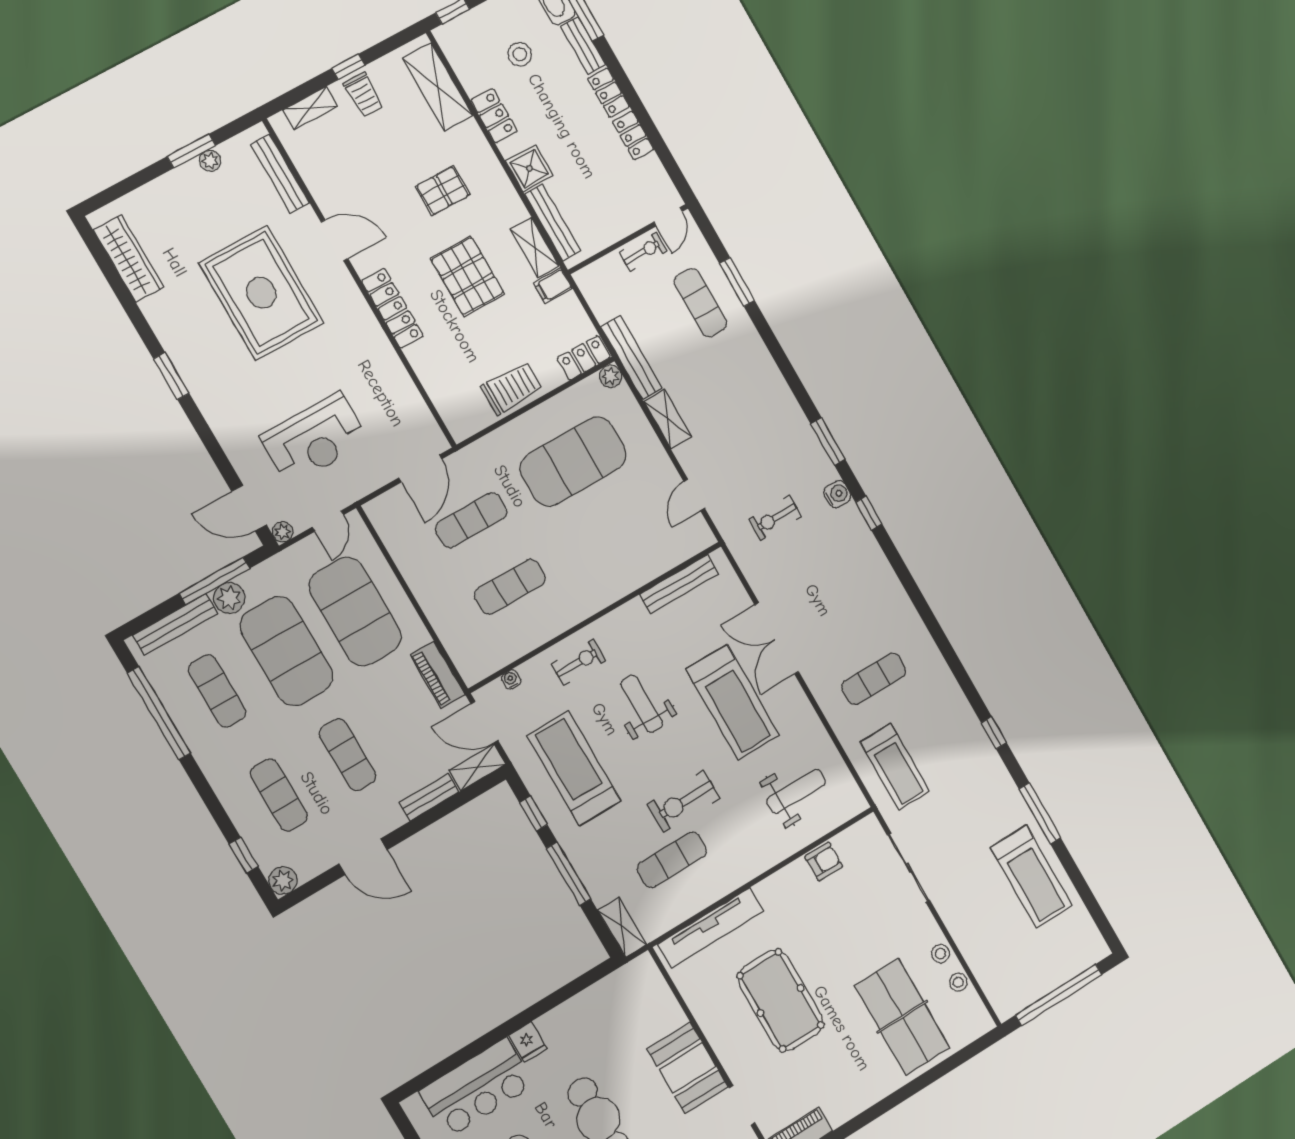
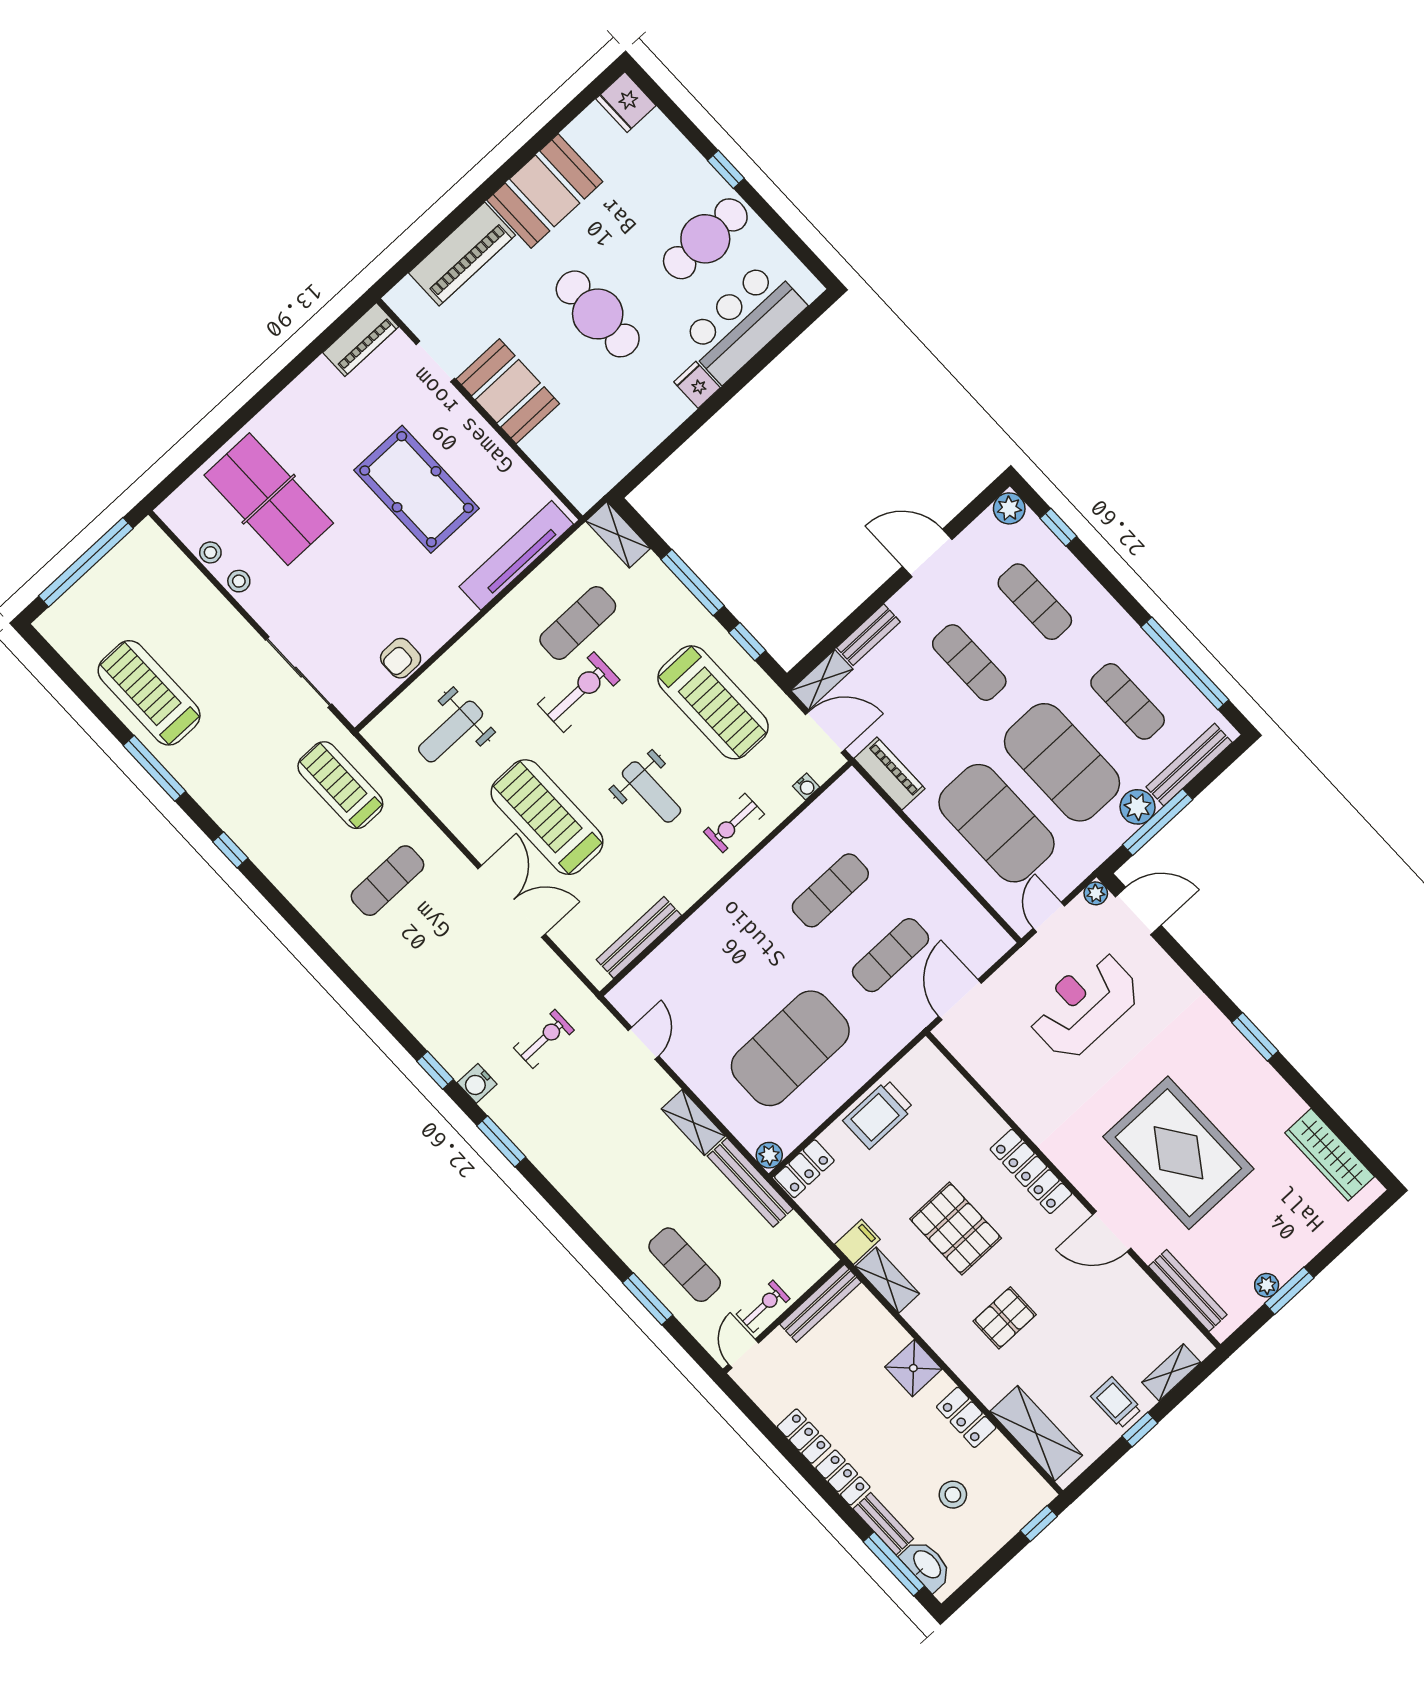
bench: (553, 222) -> (820, 1303), moved, turned 90
exercise bike: (643, 252) -> (763, 1306), turned 180

